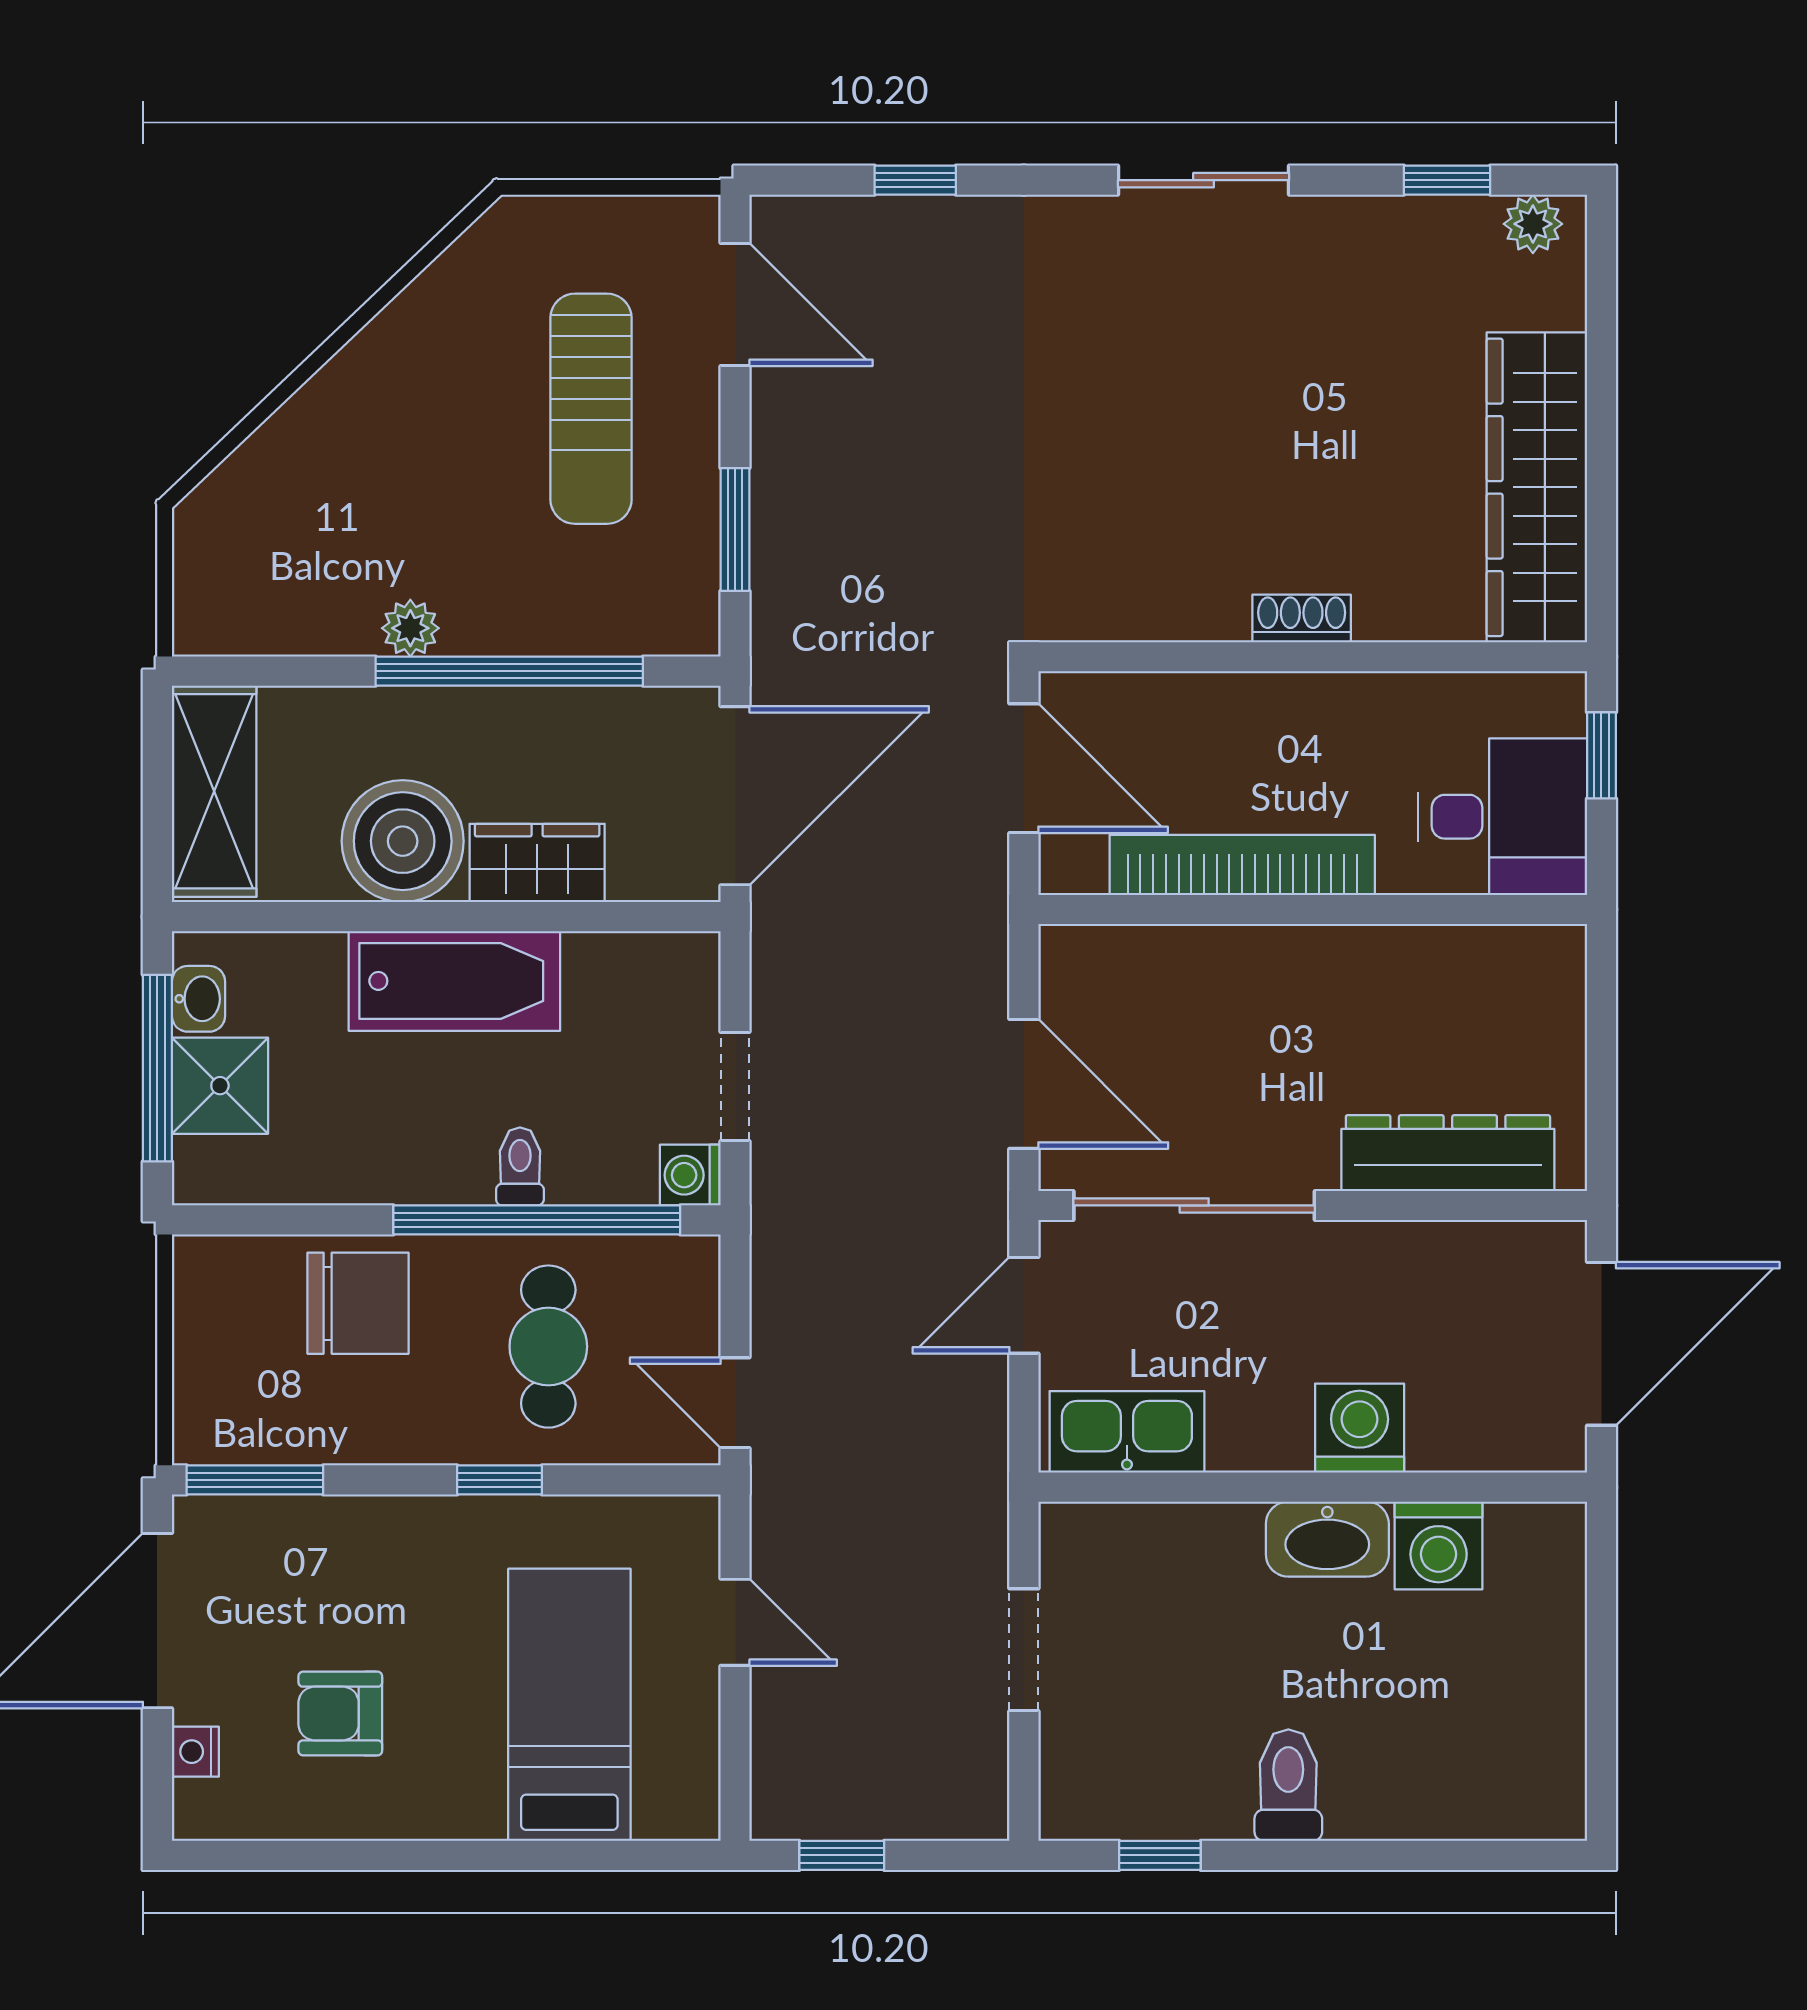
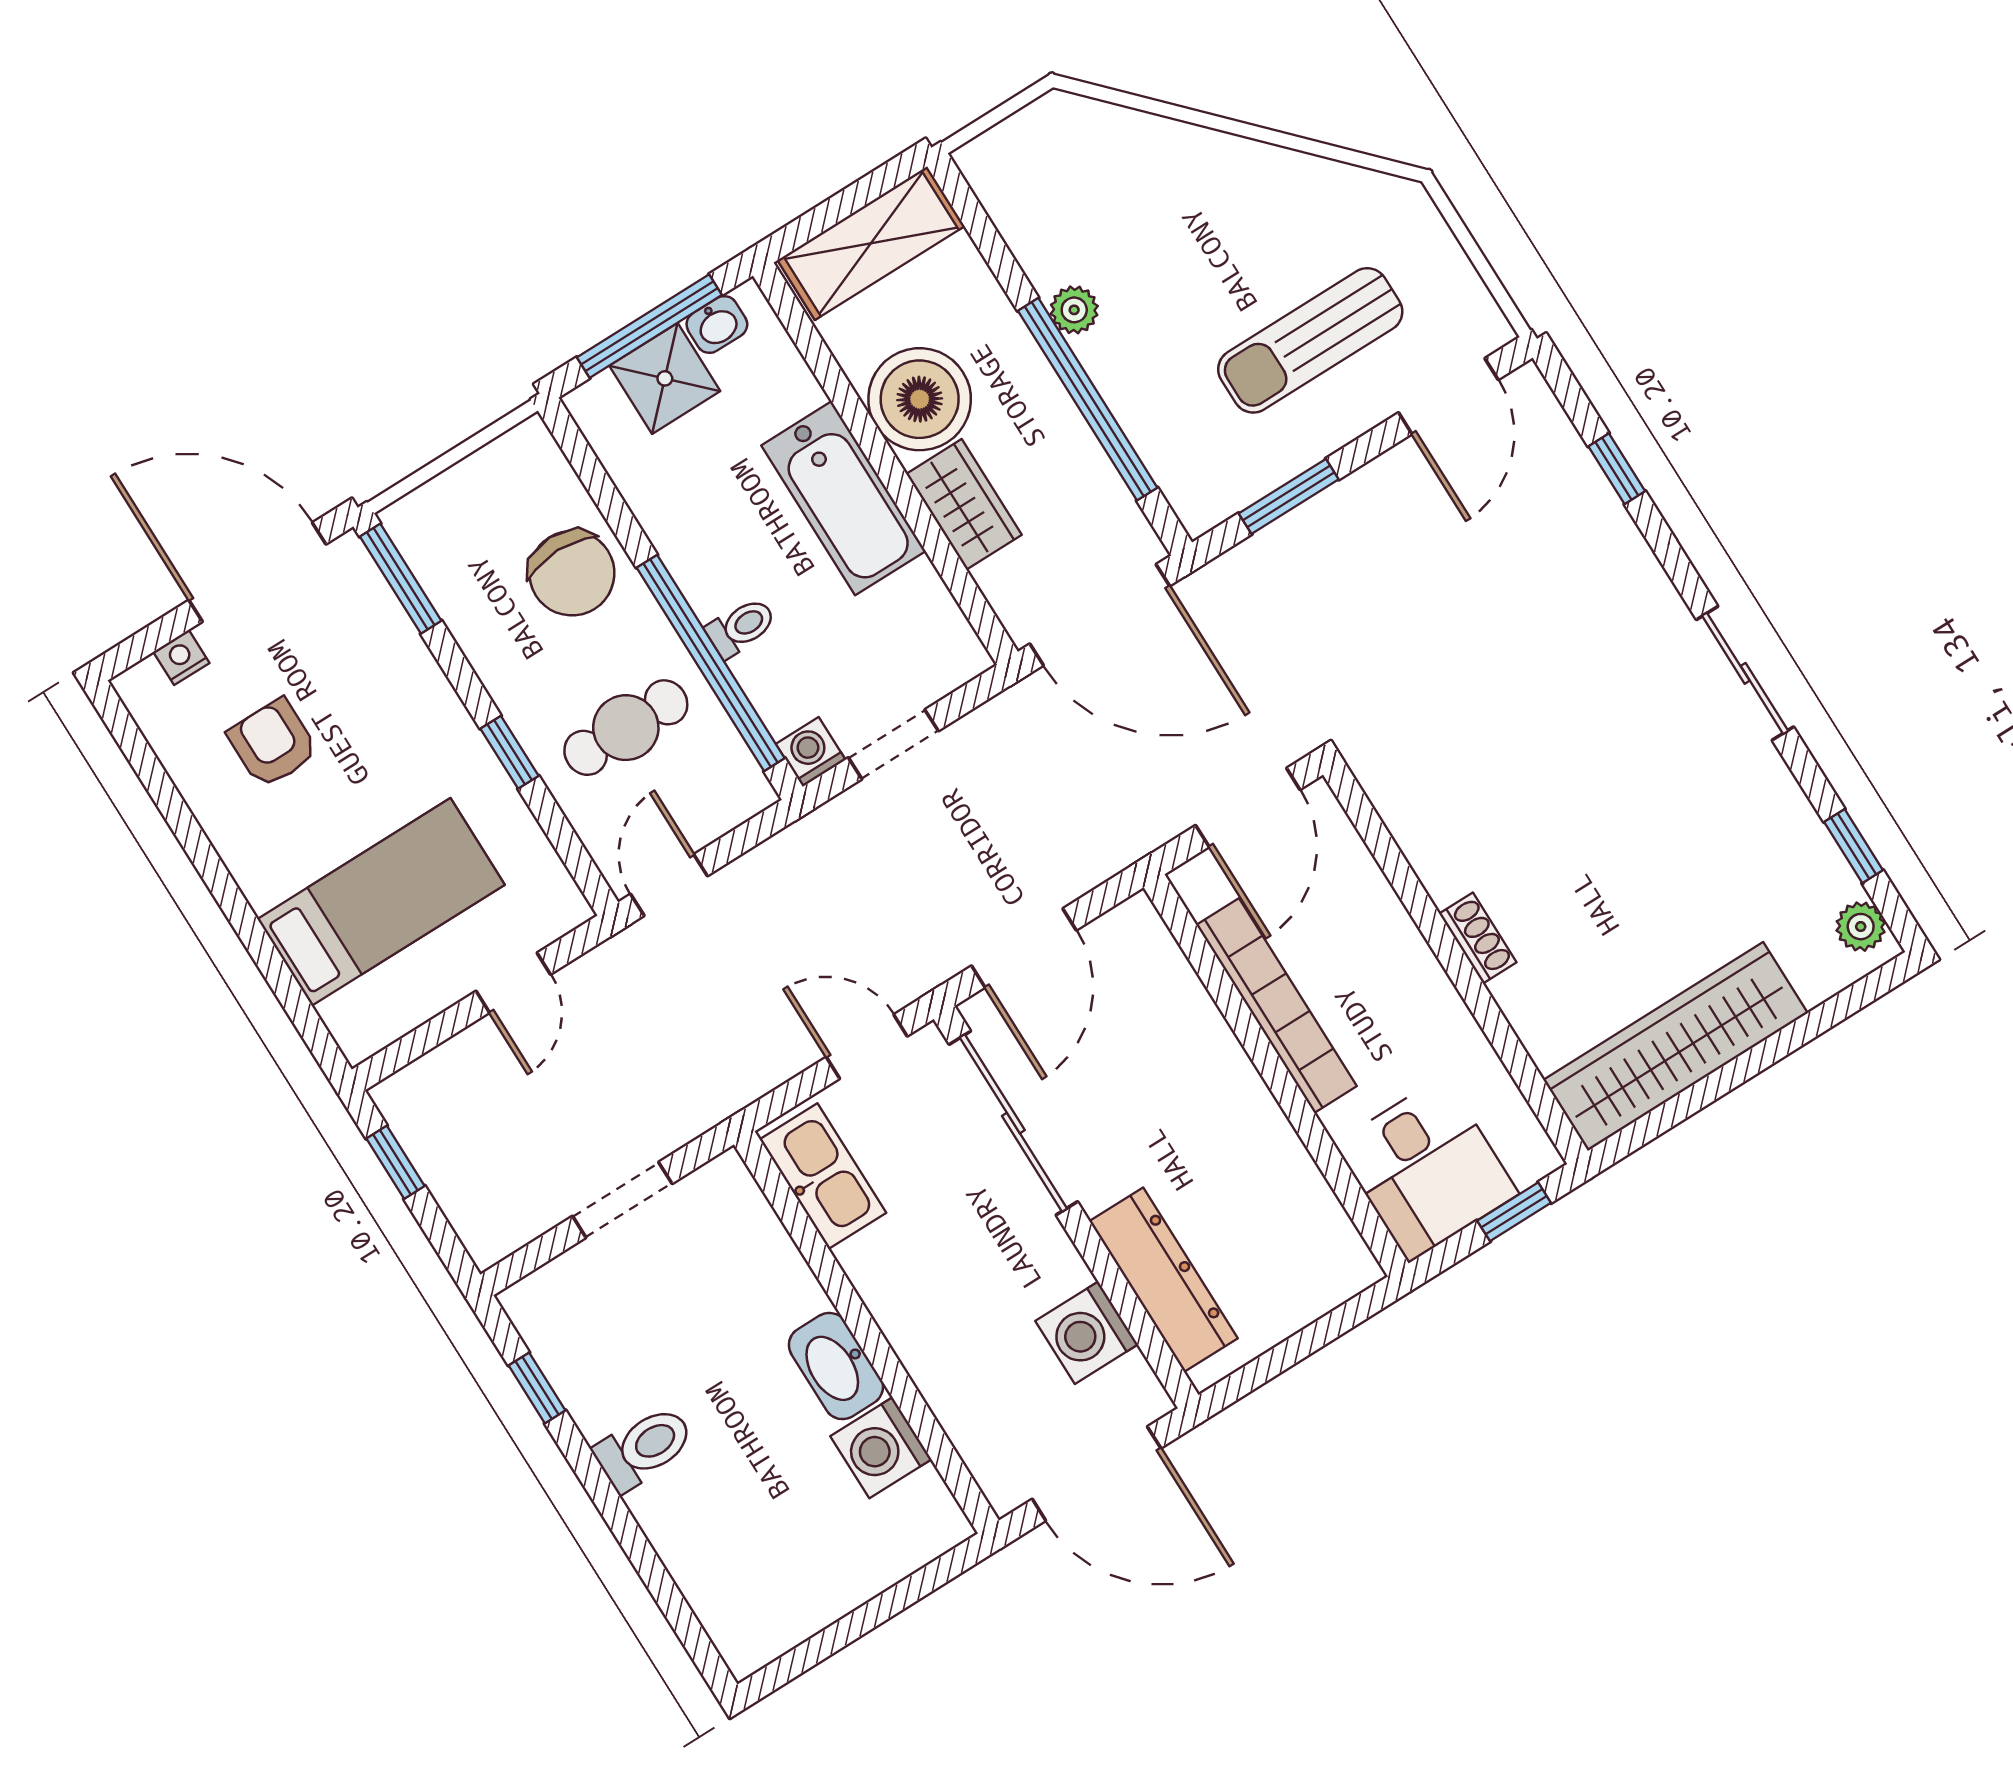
washing machine: (1360, 1428) -> (1087, 1333), moved, turned 180

